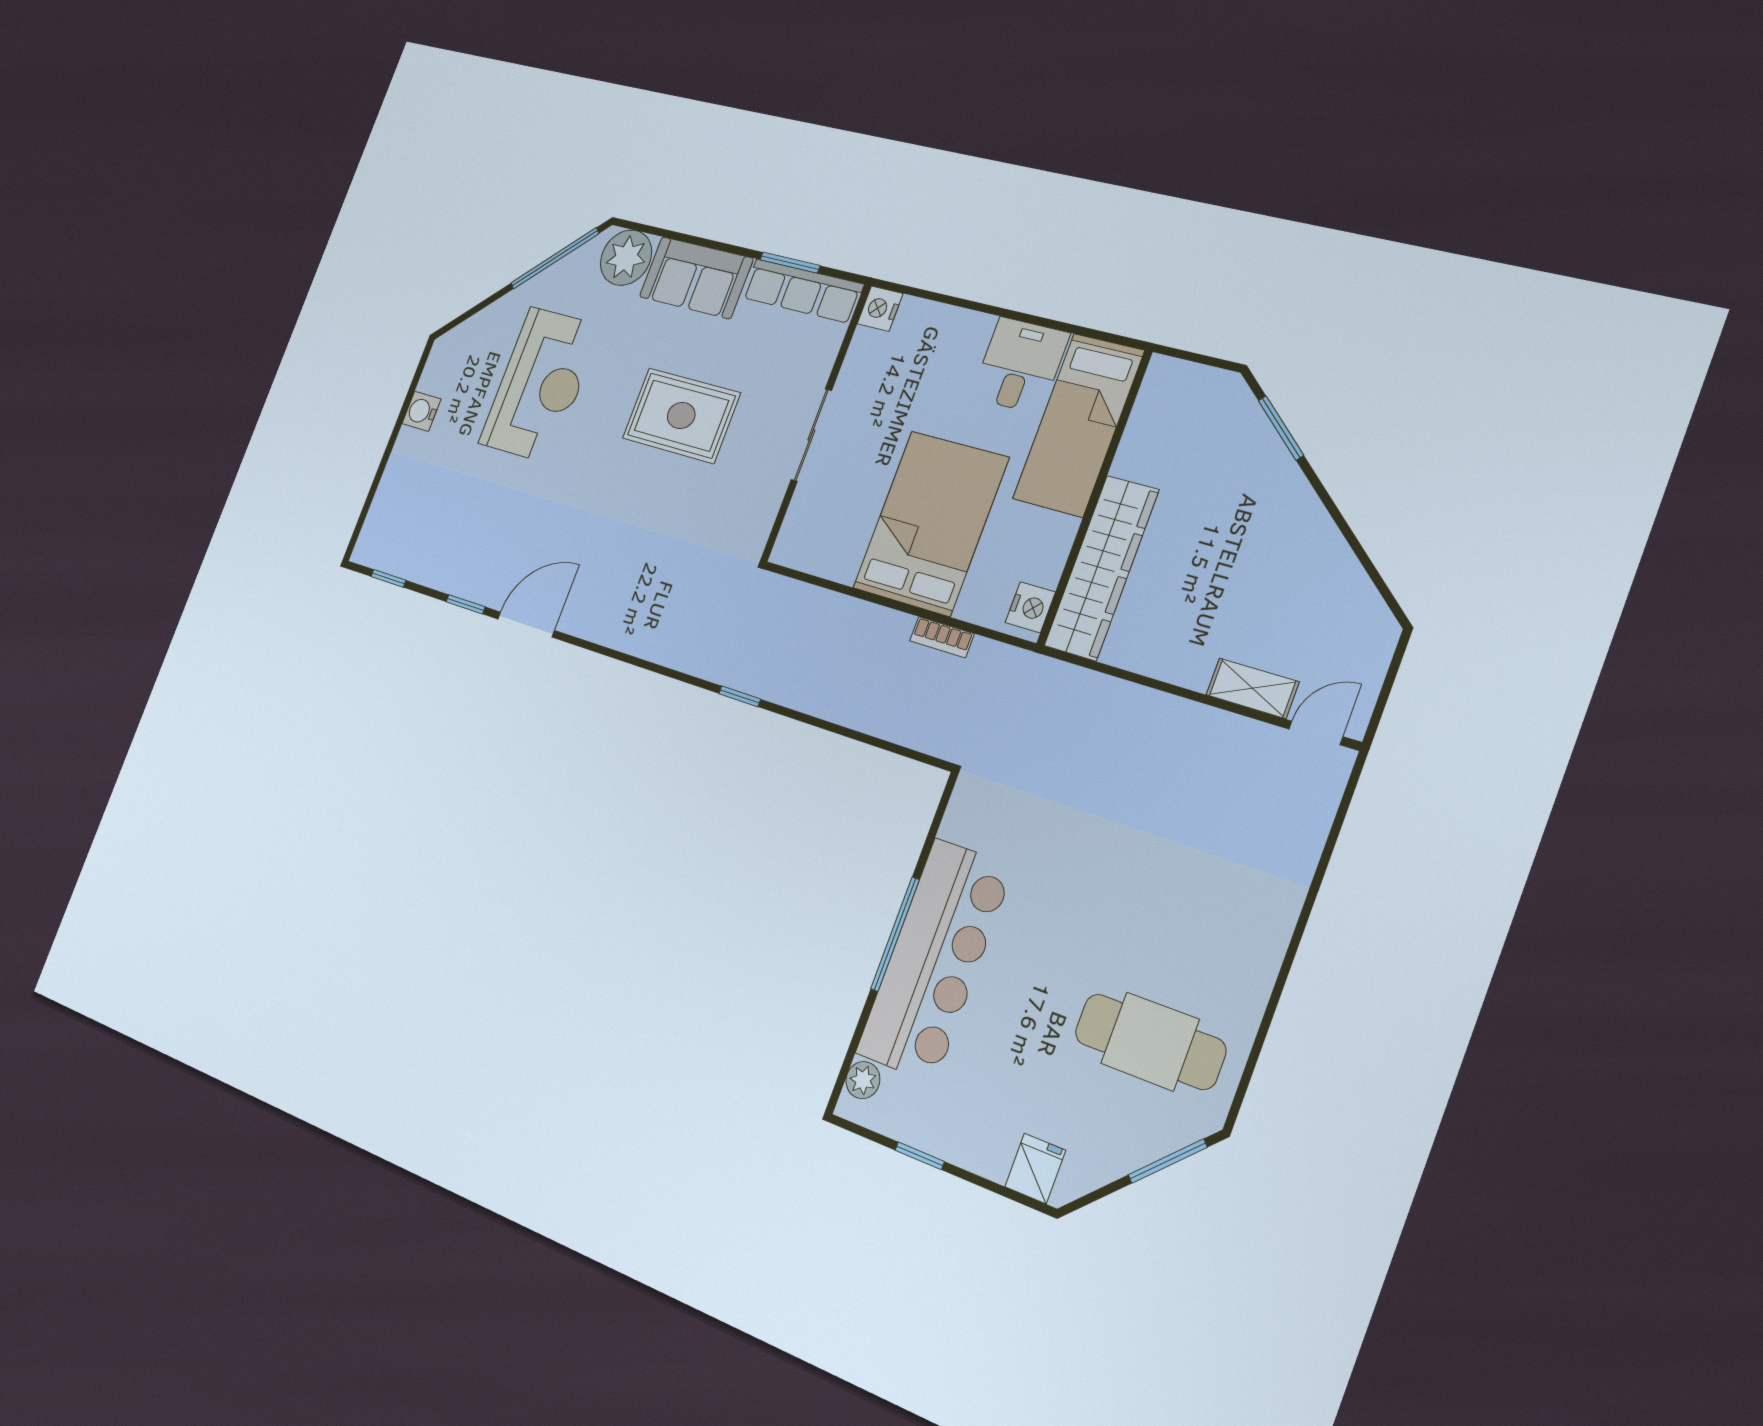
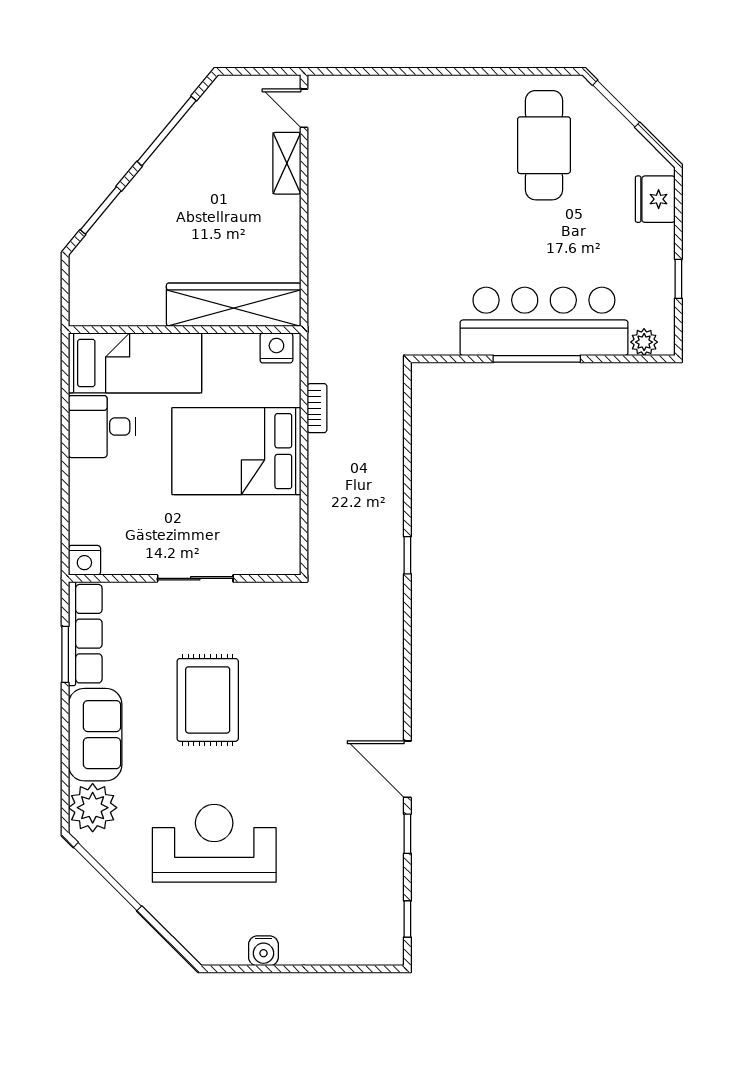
window: (1352, 540) -> (167, 131), added
fridge: (1035, 1169) -> (655, 199), width x1.38

